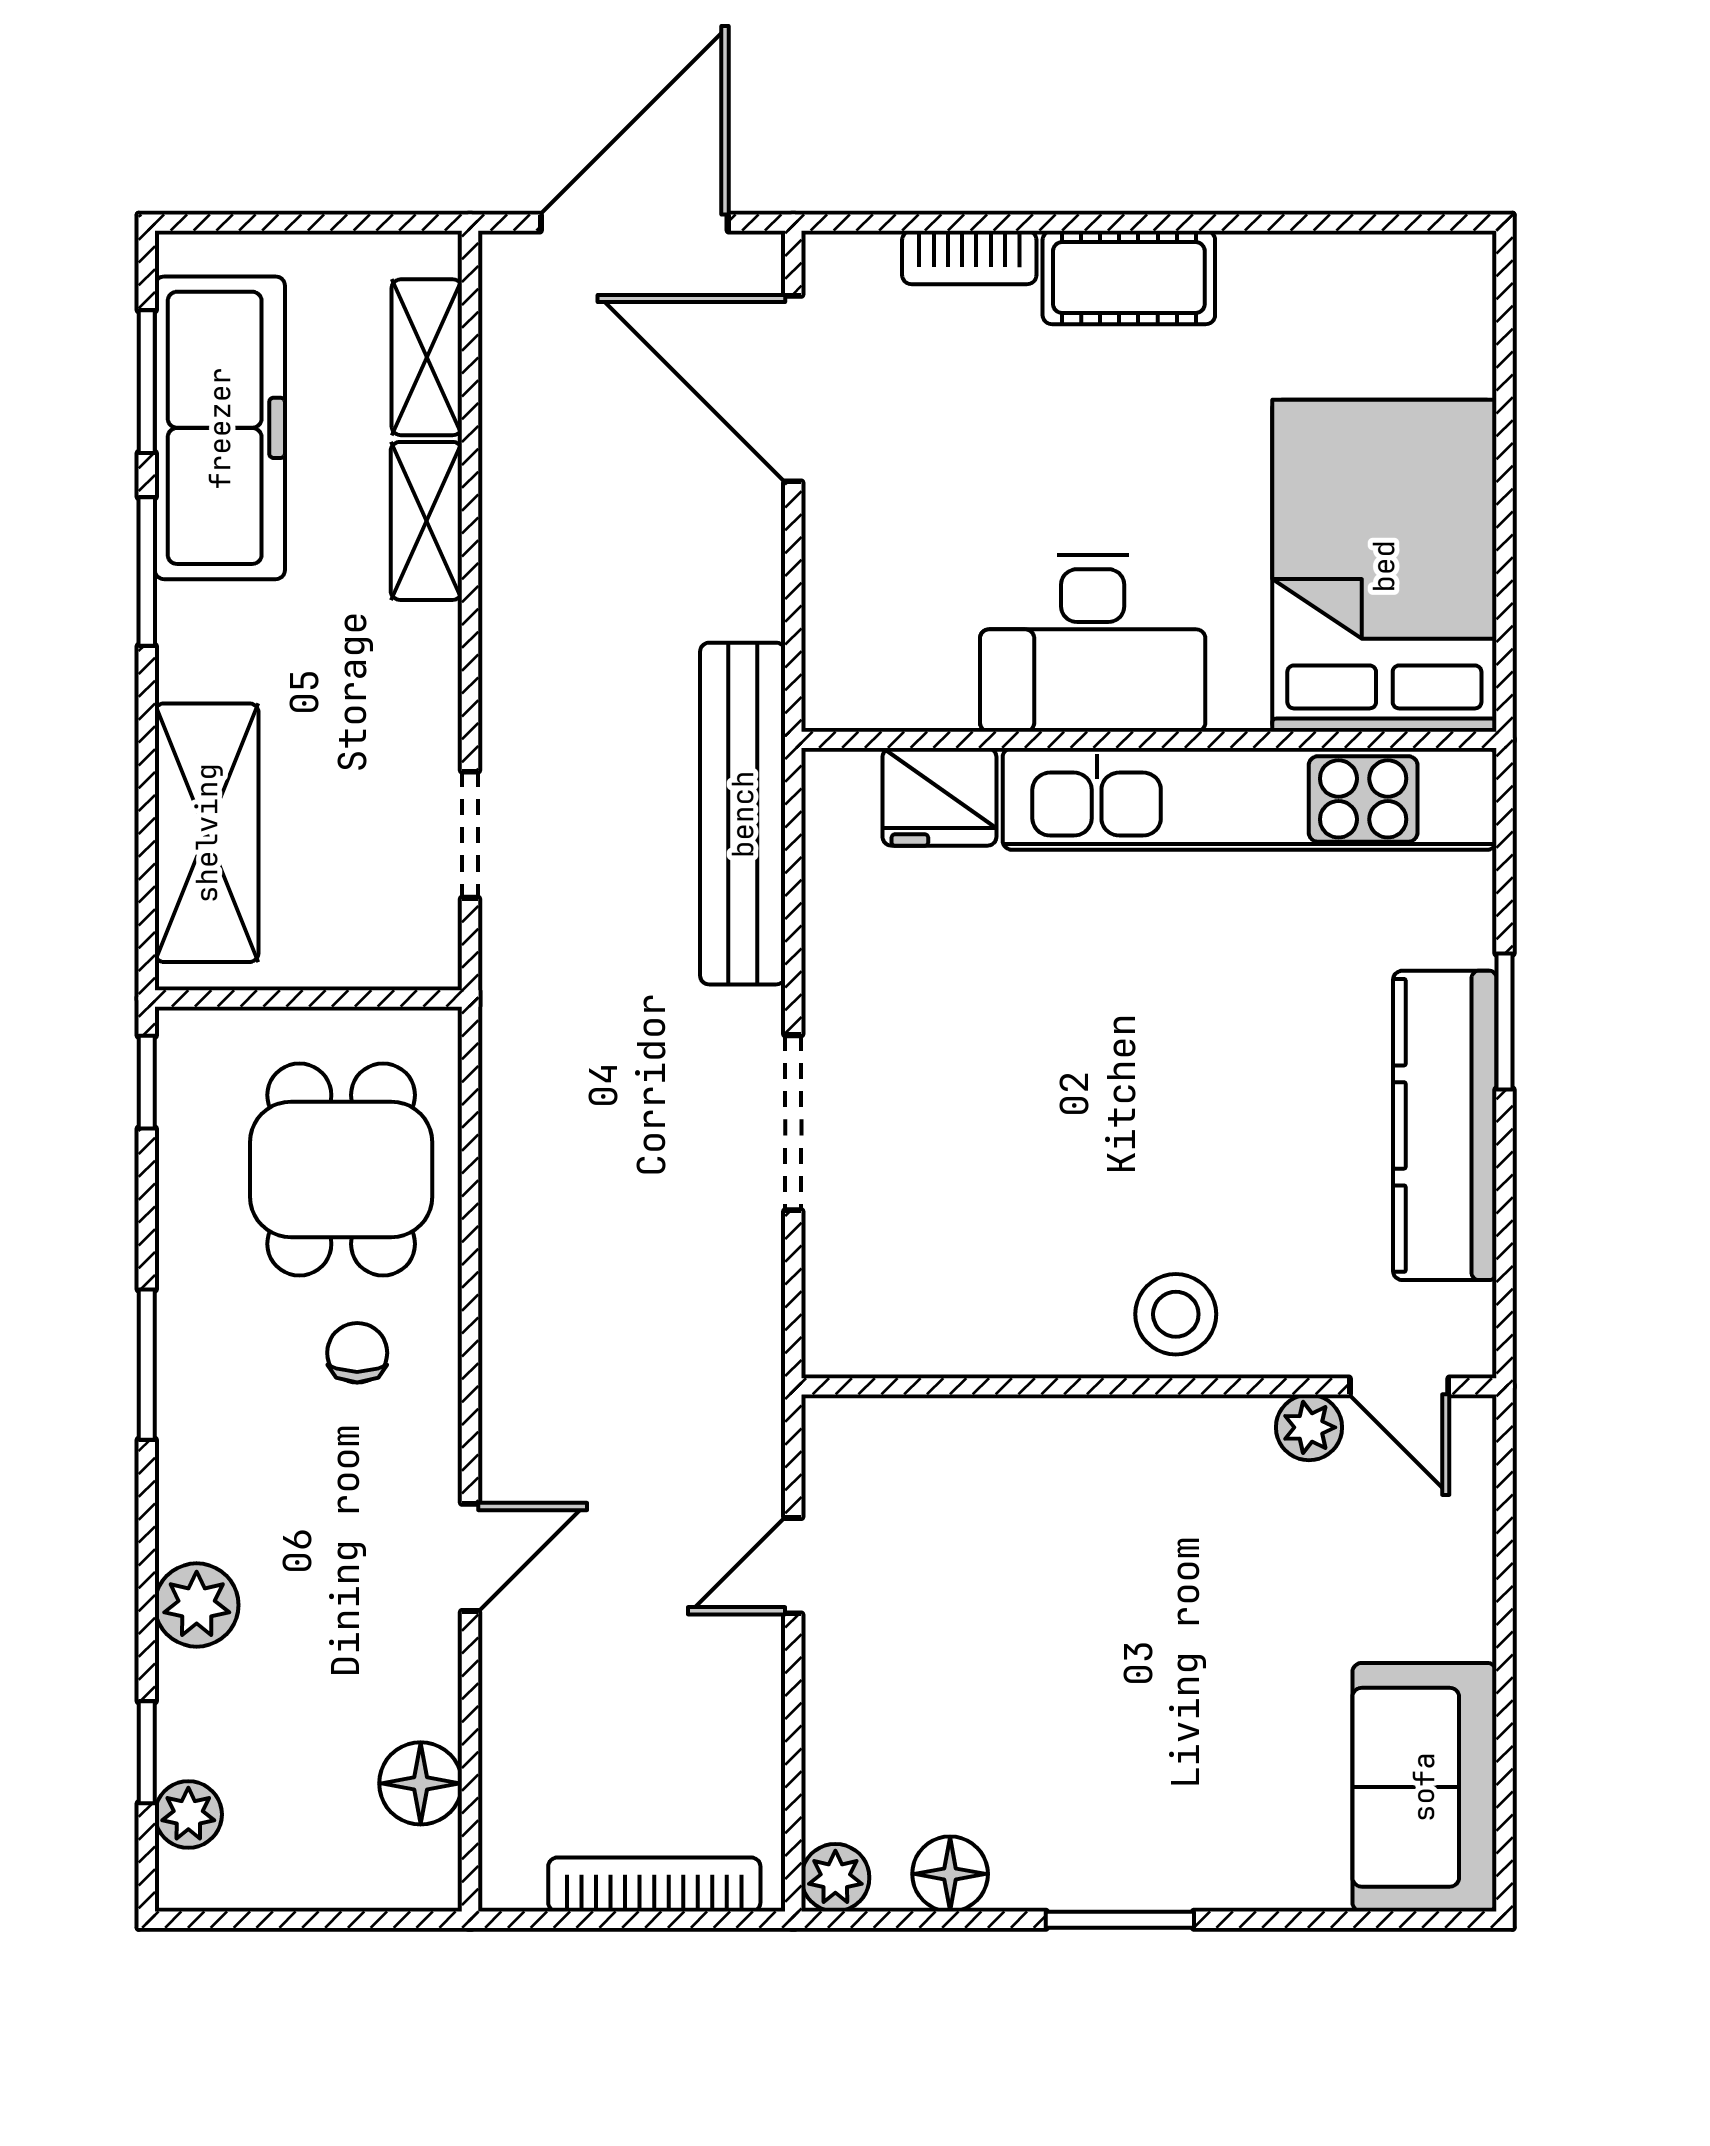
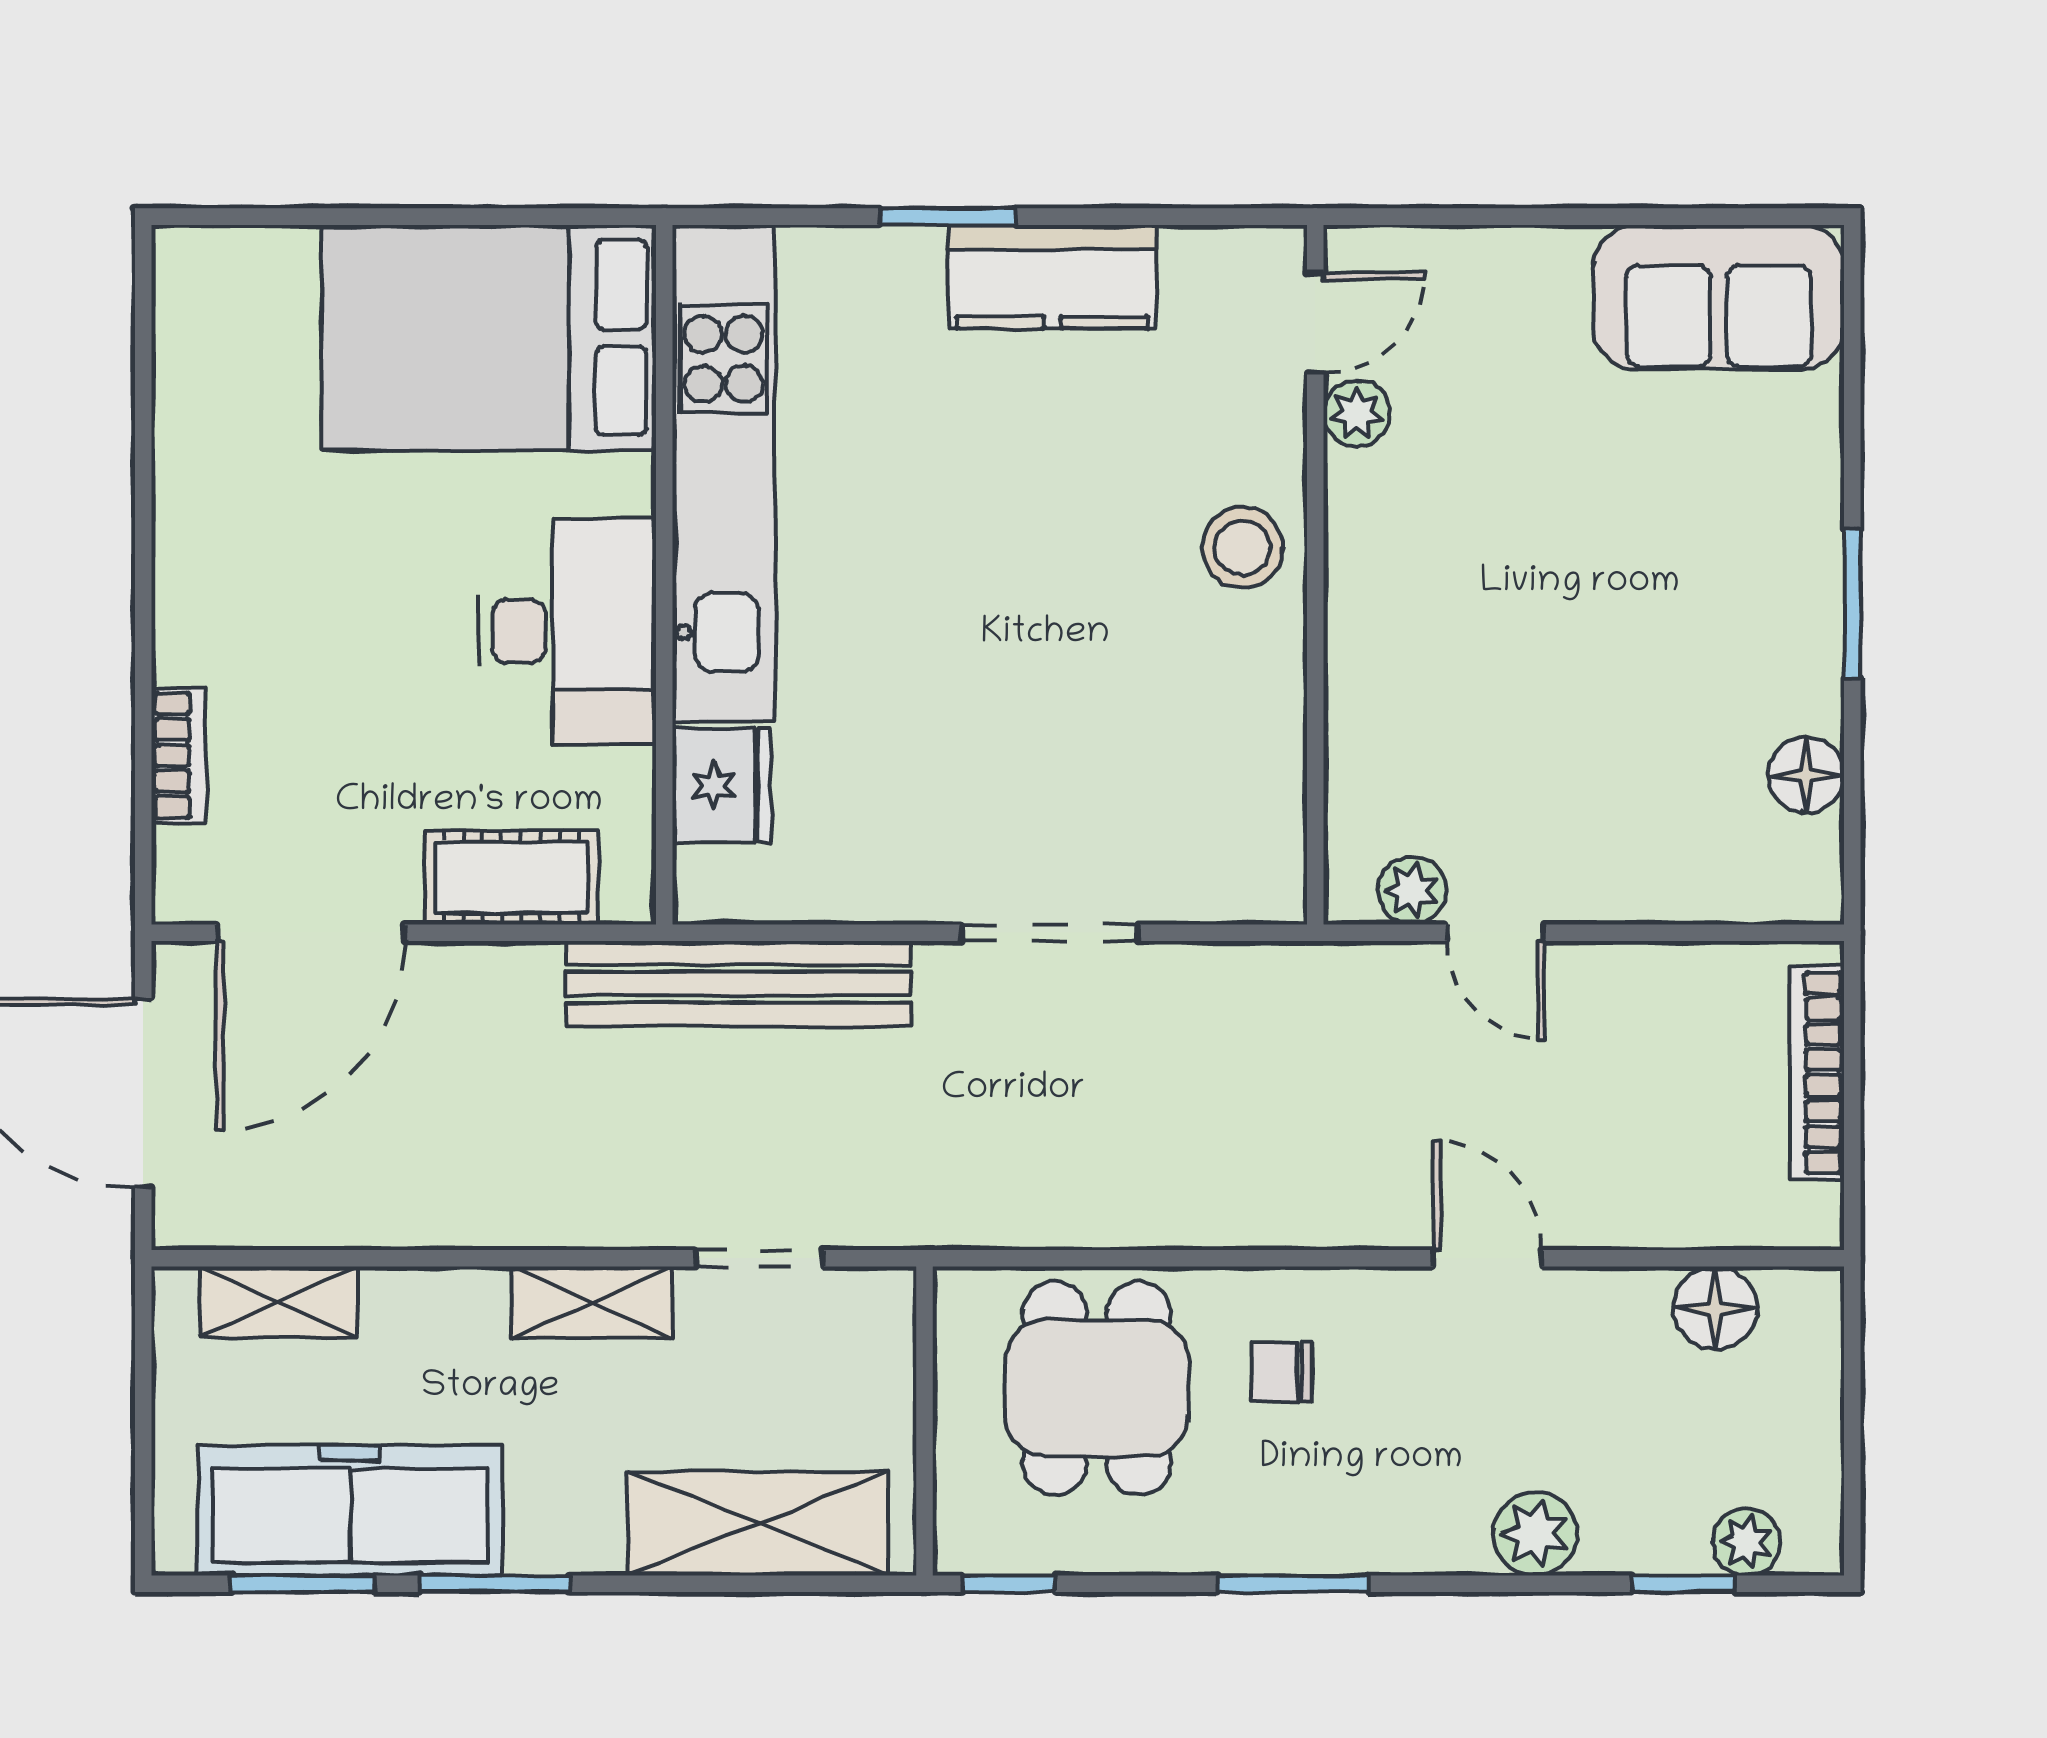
cot: (1129, 278) -> (512, 877), moved, turned 90
shelving: (426, 521) -> (592, 1302), moved
kitchen counter: (1445, 1125) -> (1052, 277), width x0.67
dining table: (341, 1169) -> (1097, 1388), turned 90
plant: (835, 1878) -> (1412, 890), moved

